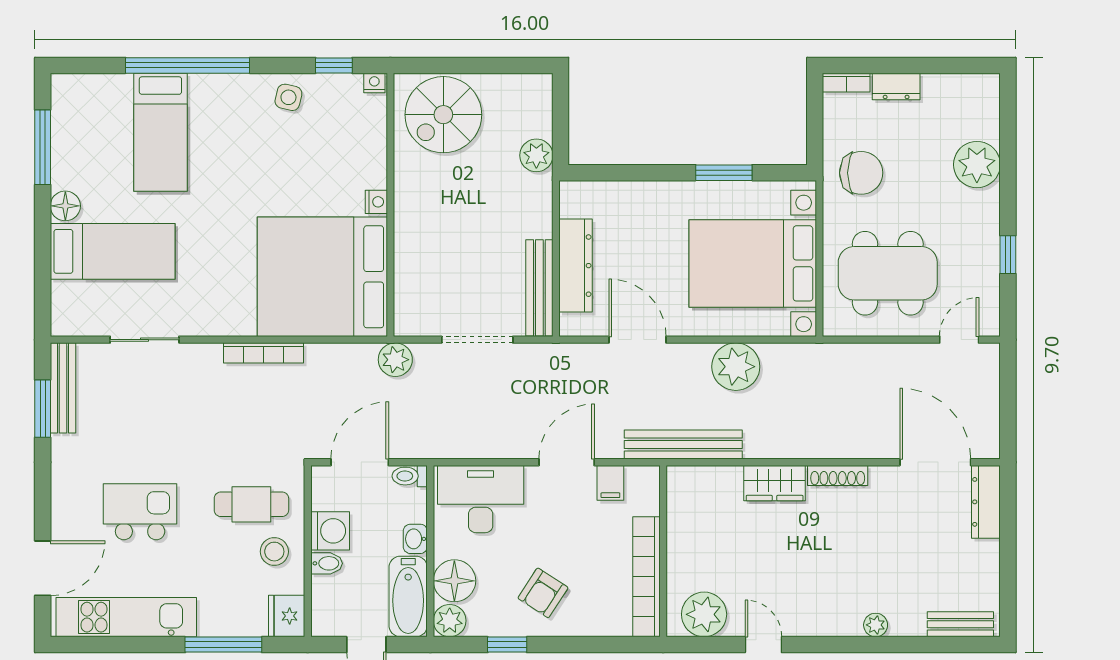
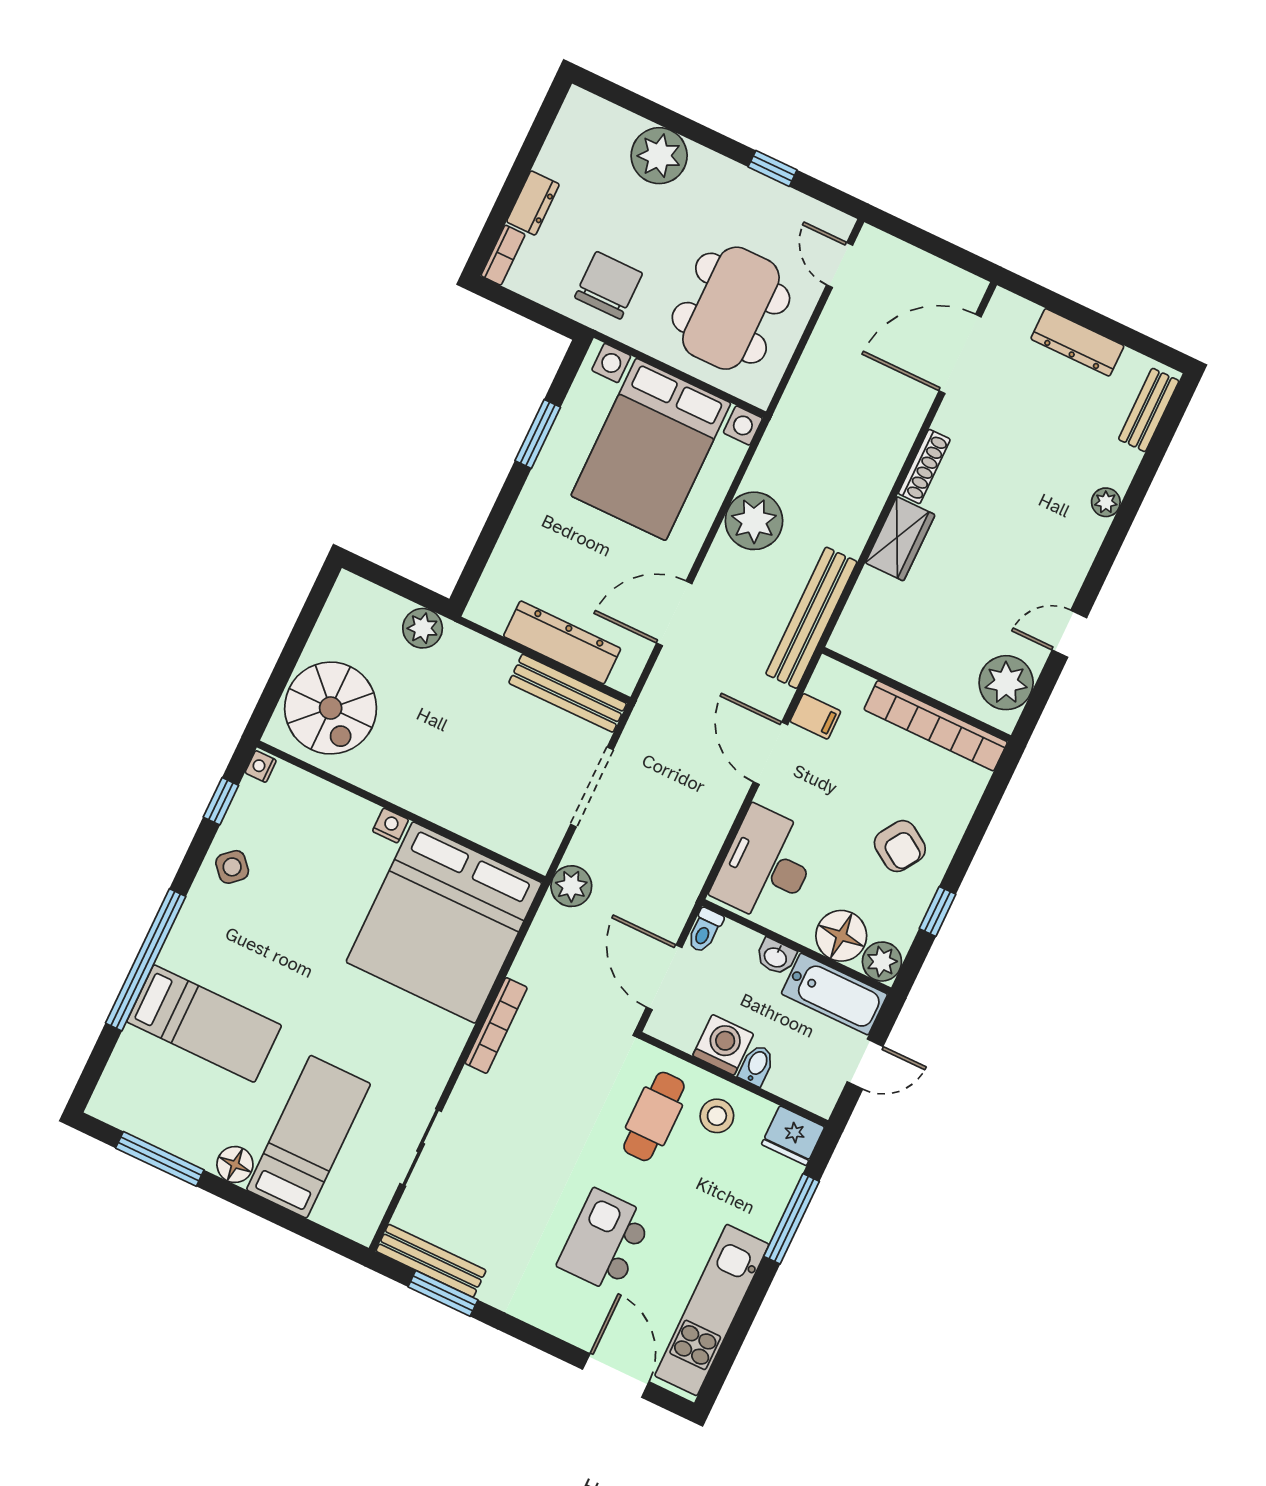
side table: (288, 97) -> (232, 867), turned 35
dresser: (986, 502) -> (1077, 342), moved

